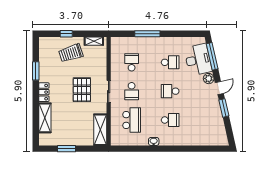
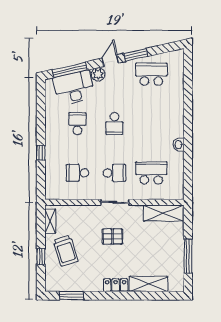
window: (147, 34) -> (41, 153), width x0.46
window: (36, 71) -> (71, 296), moved
door: (219, 88) -> (110, 61), hinge flipped
pallet: (82, 90) -> (112, 237), width x0.67, depth x0.71
school desk: (170, 120) -> (151, 74), moved, width x1.85
window: (67, 149) -> (188, 256), width x1.44

